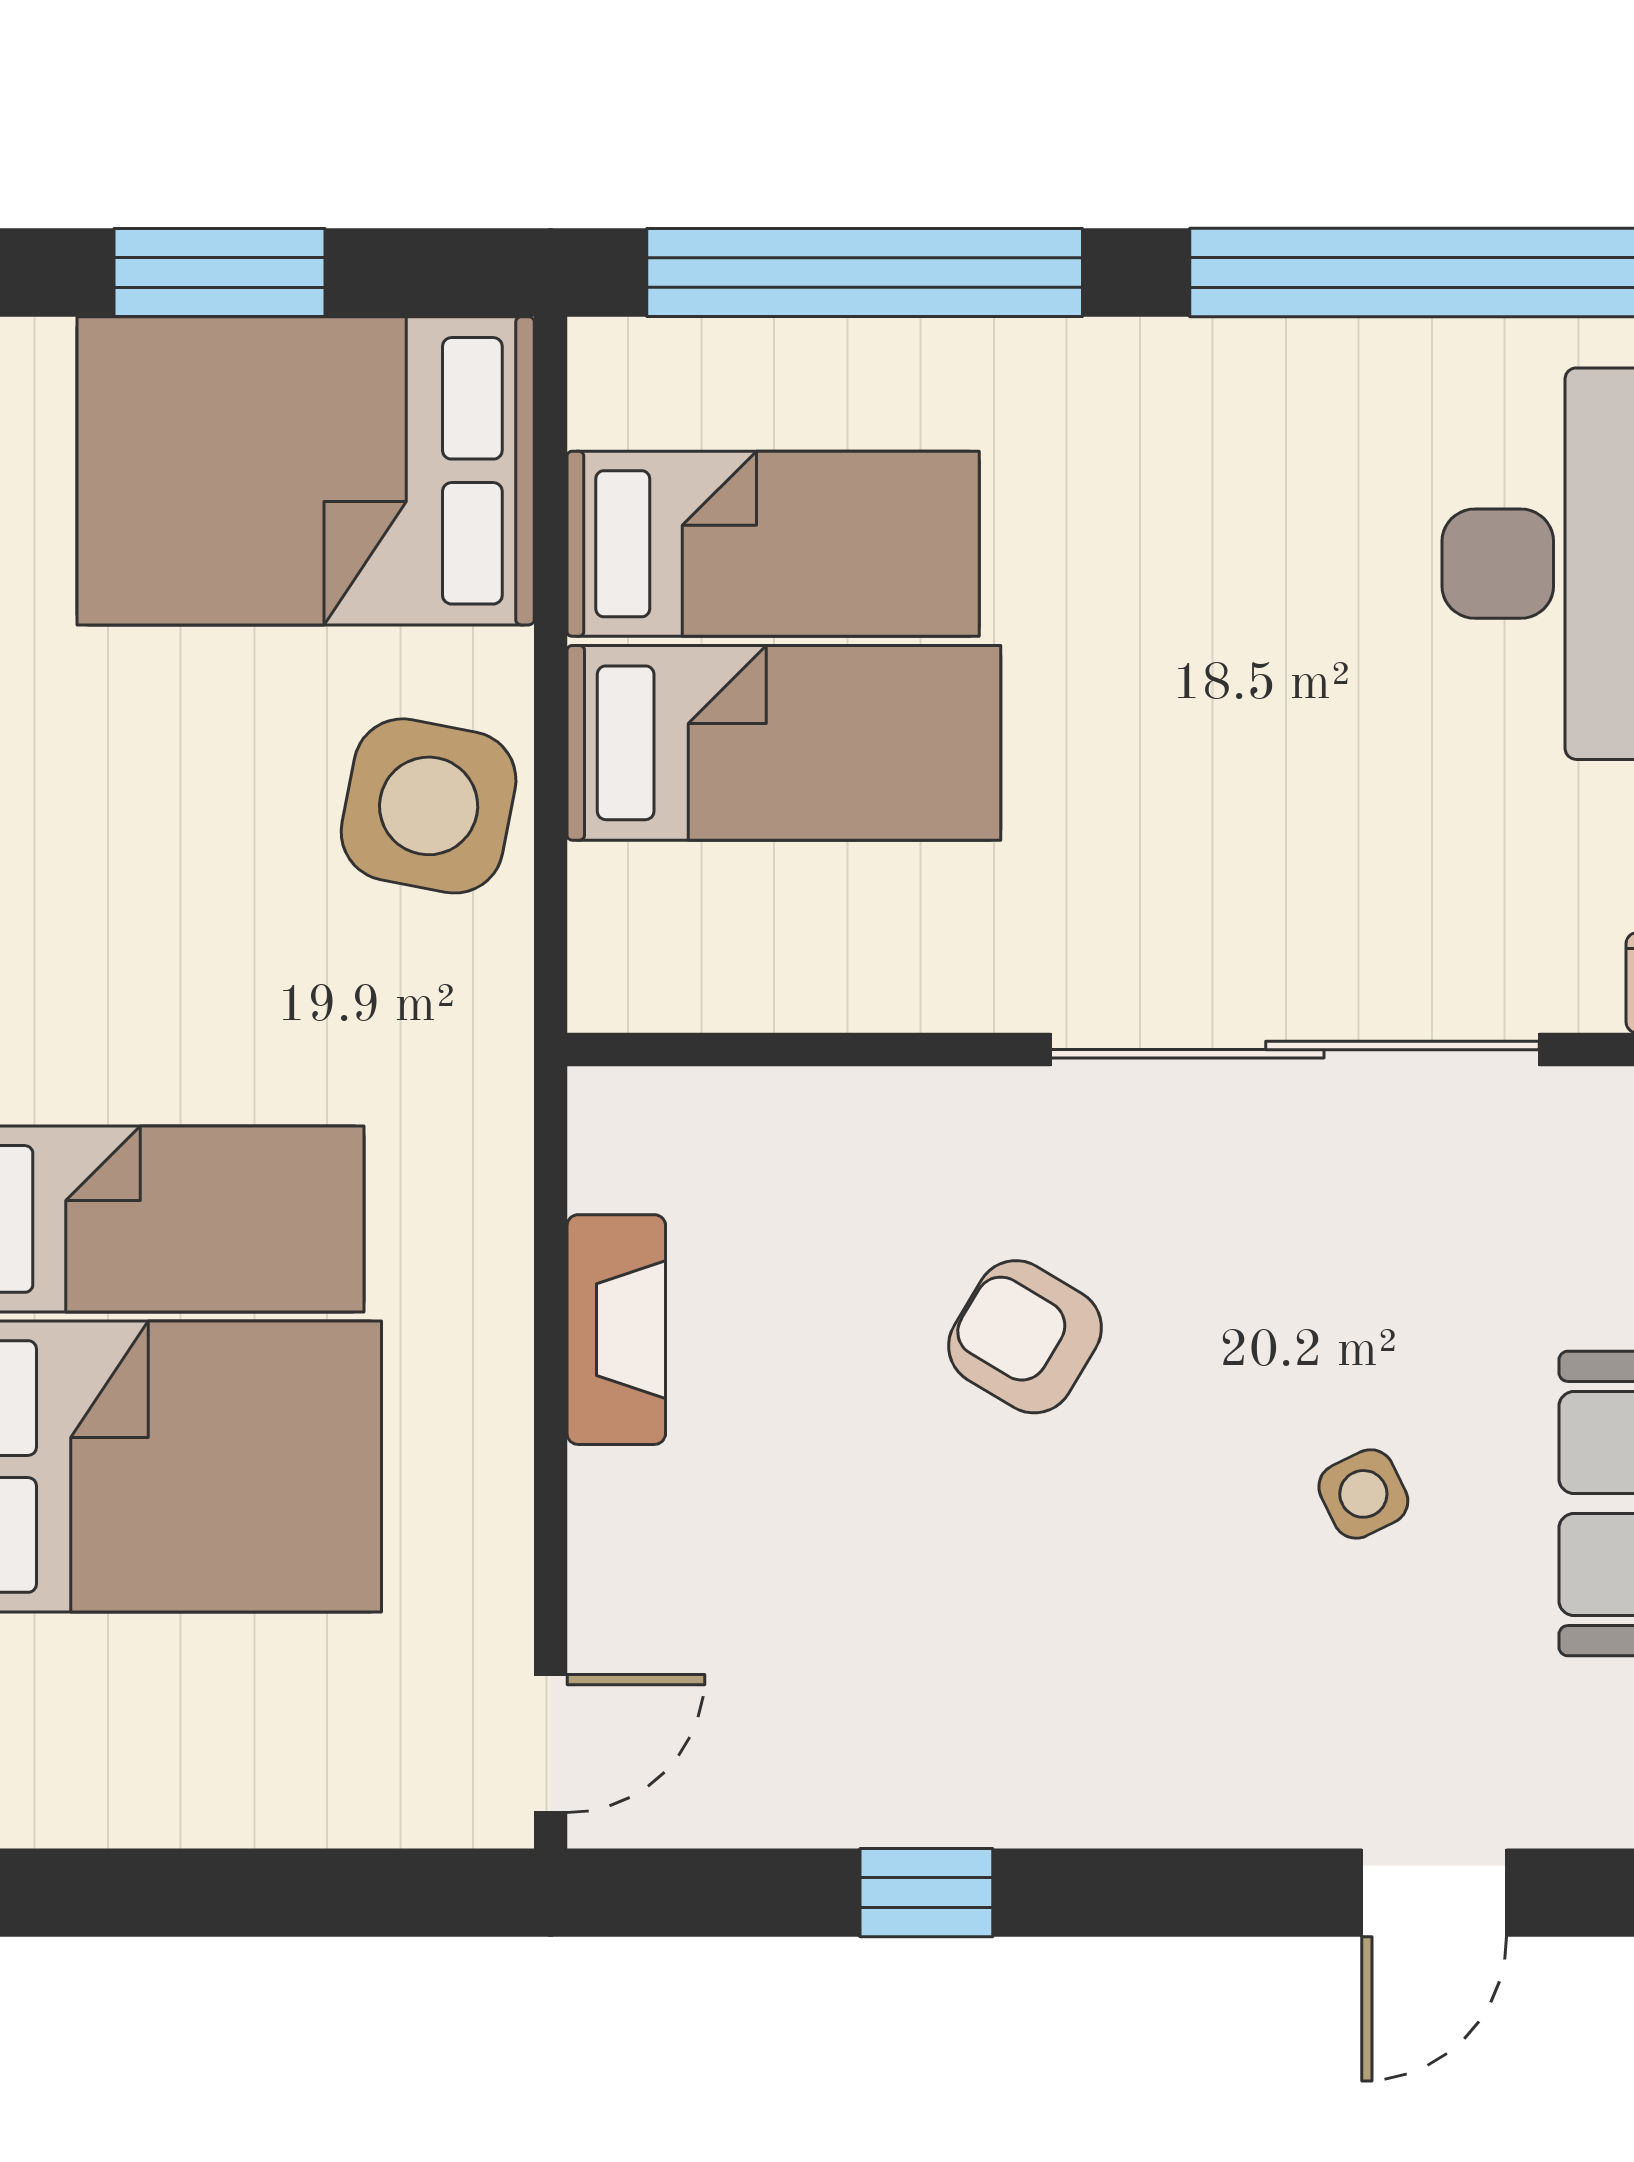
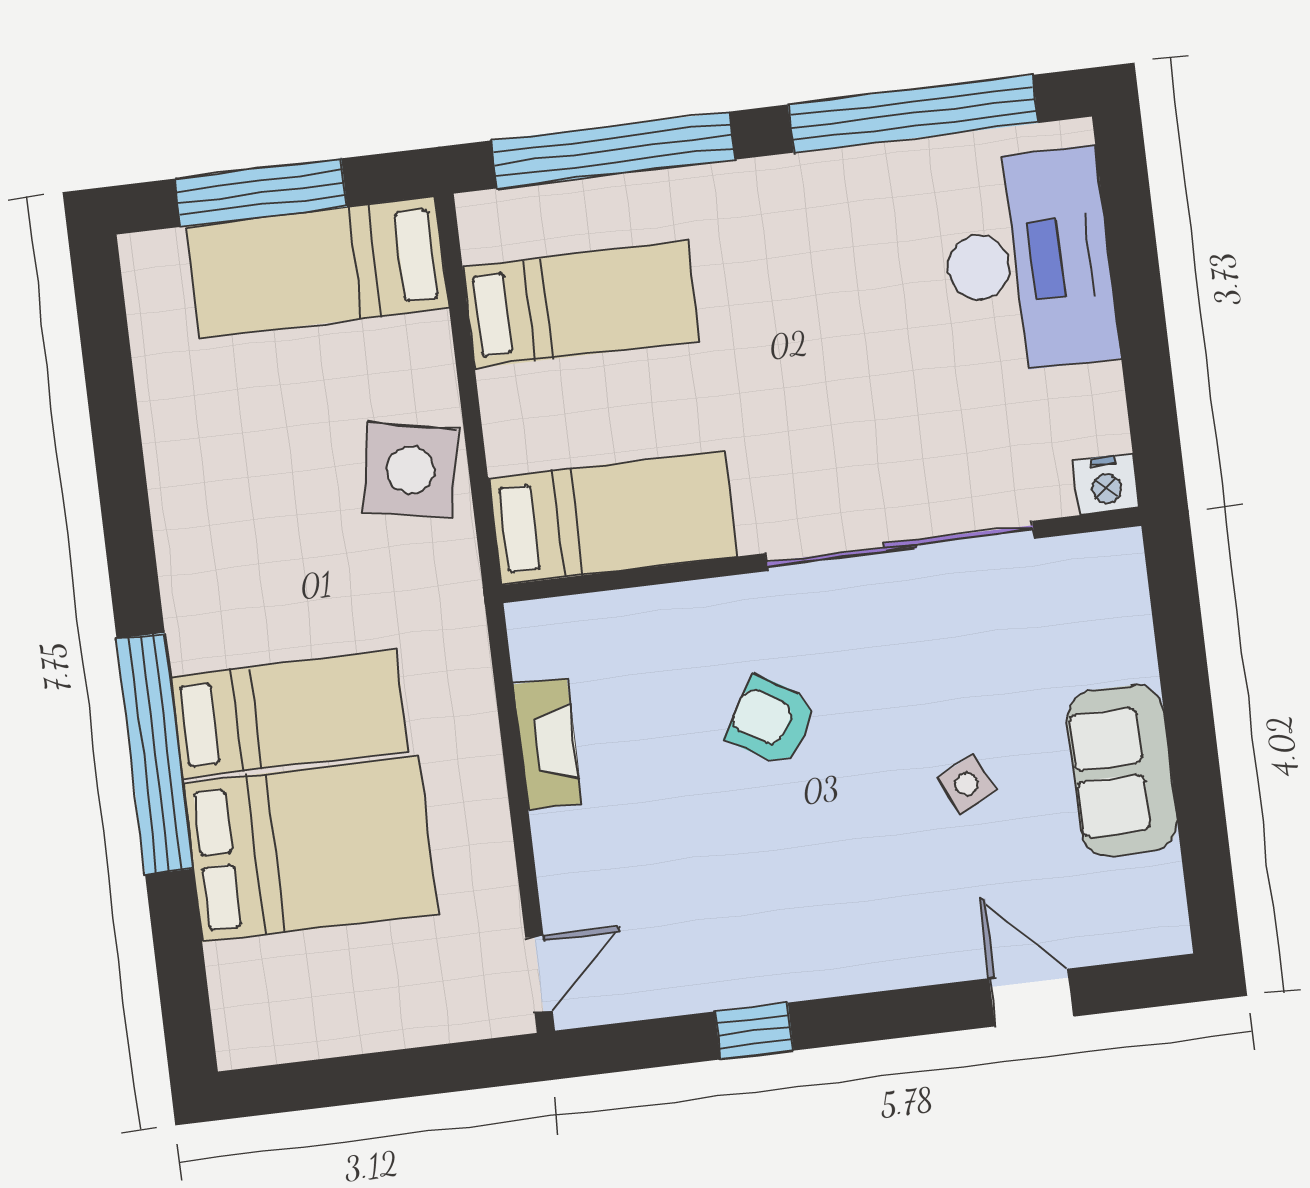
window: (219, 273) -> (261, 193), width x1.44
bed: (306, 471) -> (318, 267), width x0.67
bed: (784, 743) -> (613, 518), moved
door: (1434, 1893) -> (1032, 997), swing flipped

